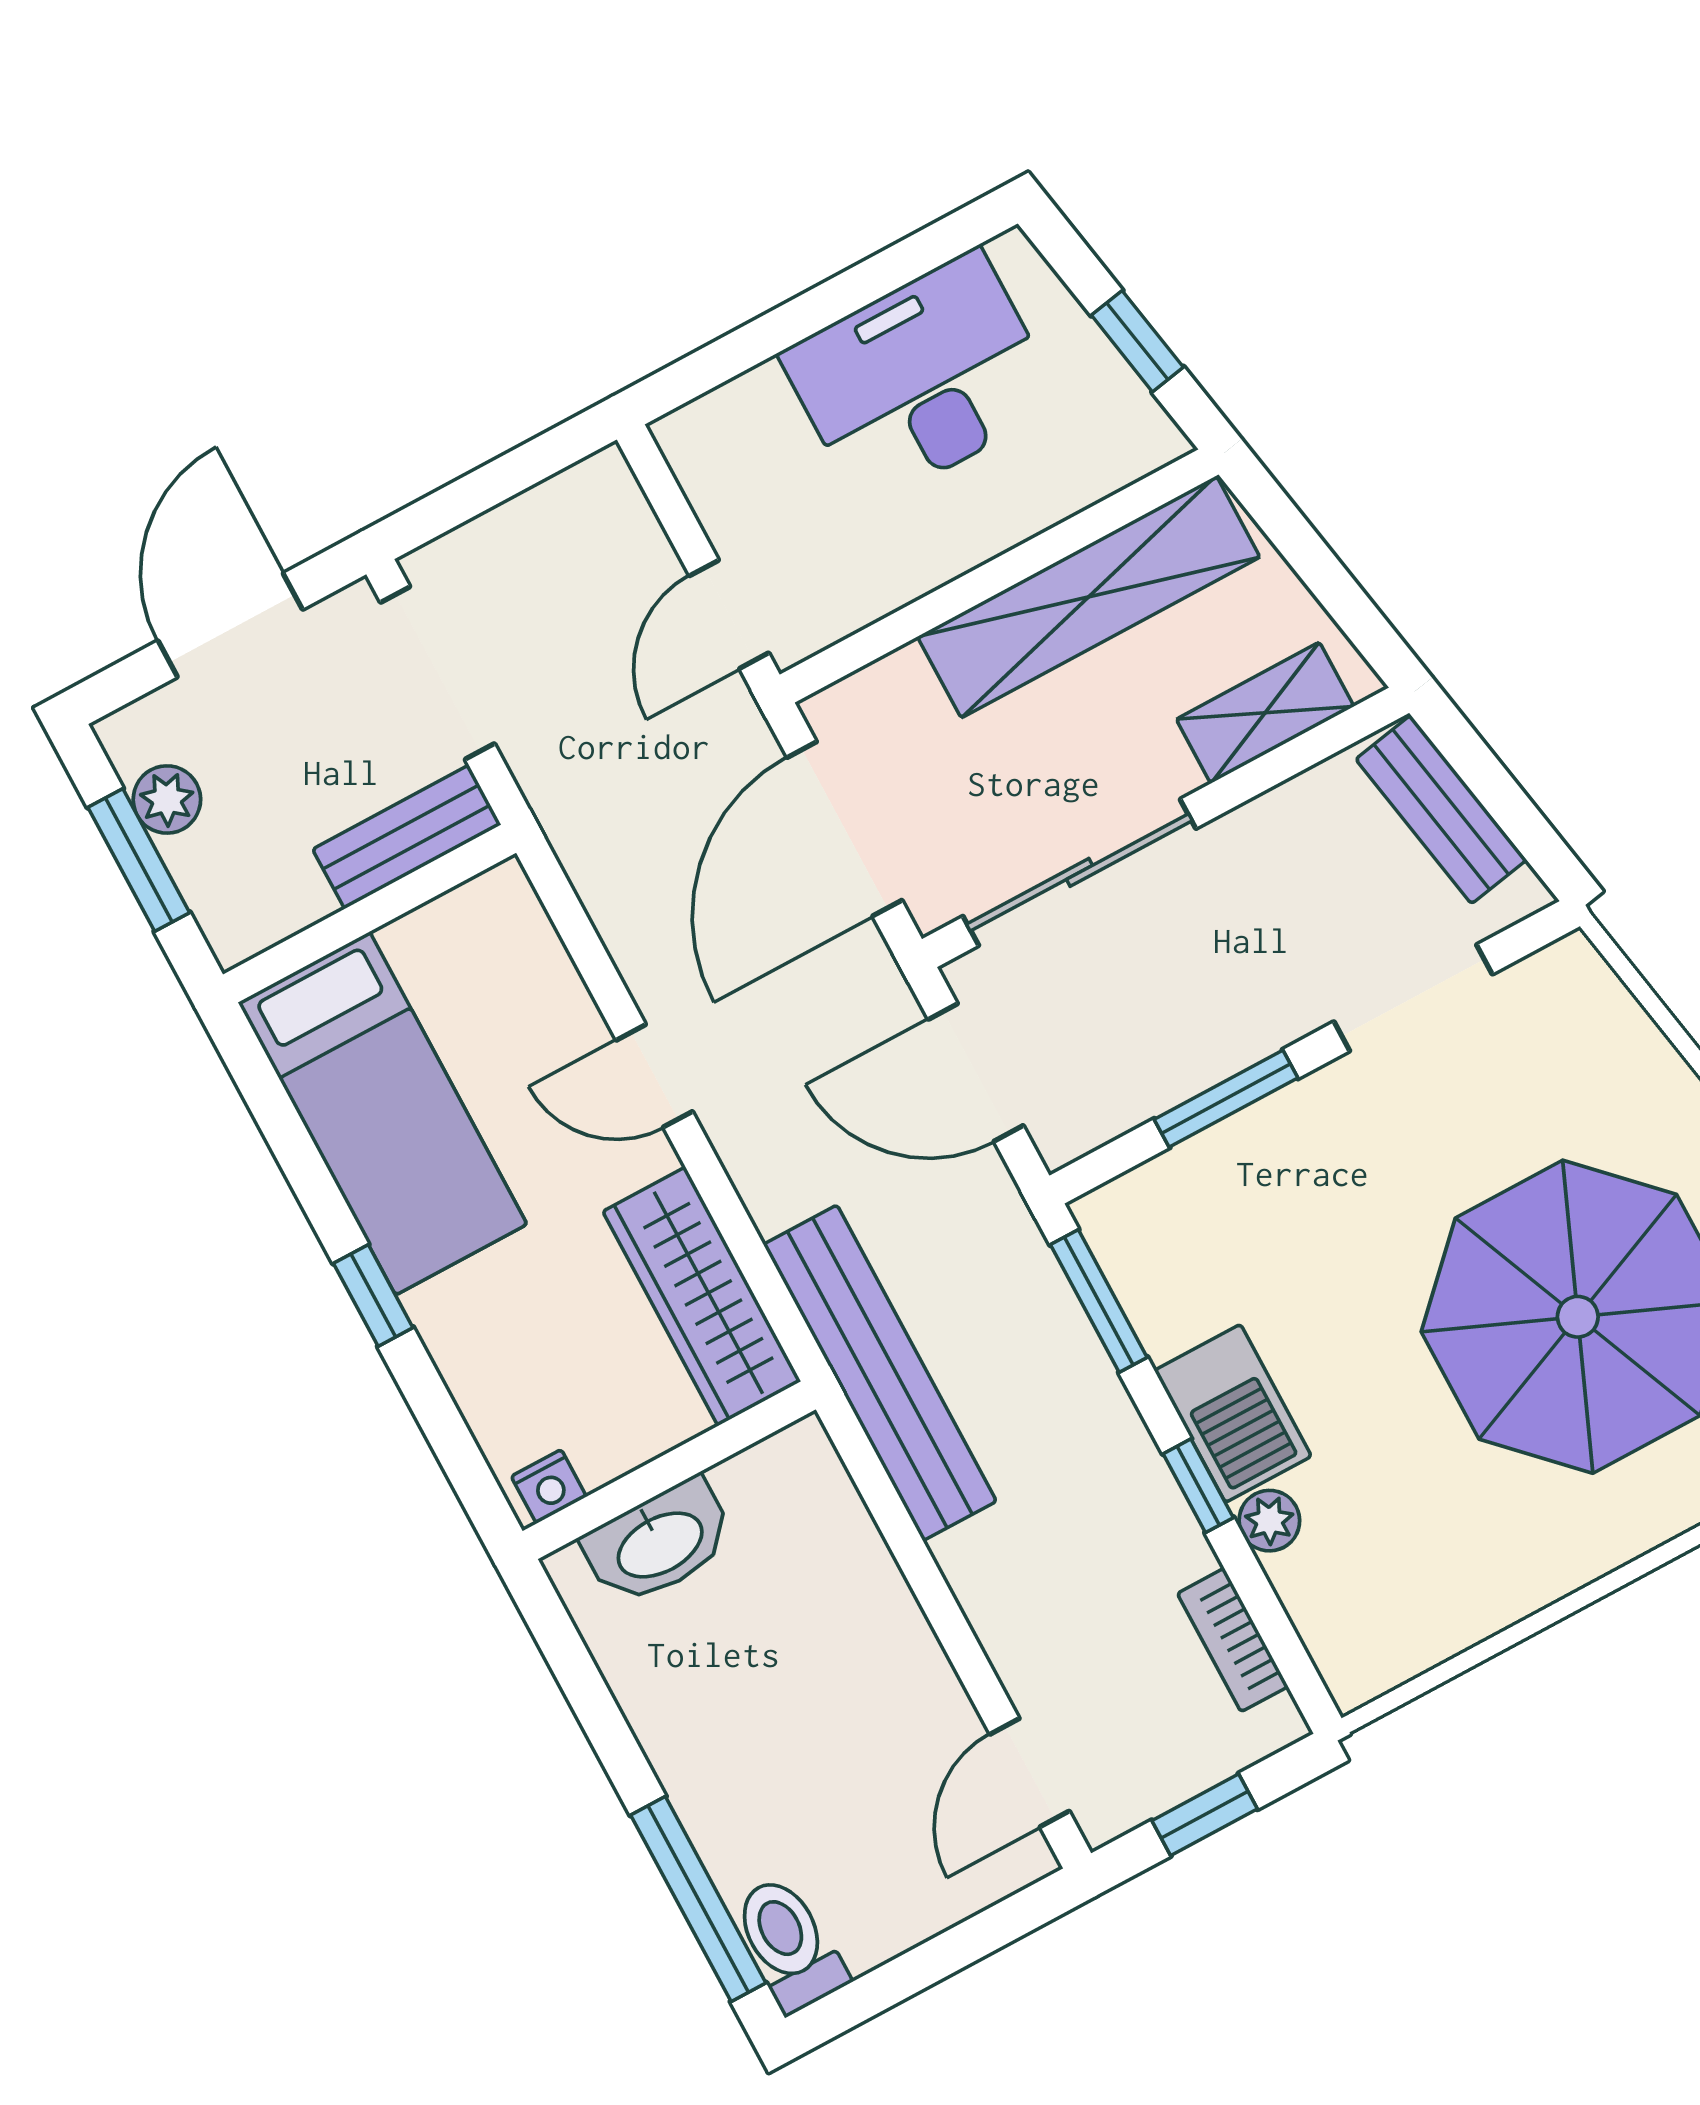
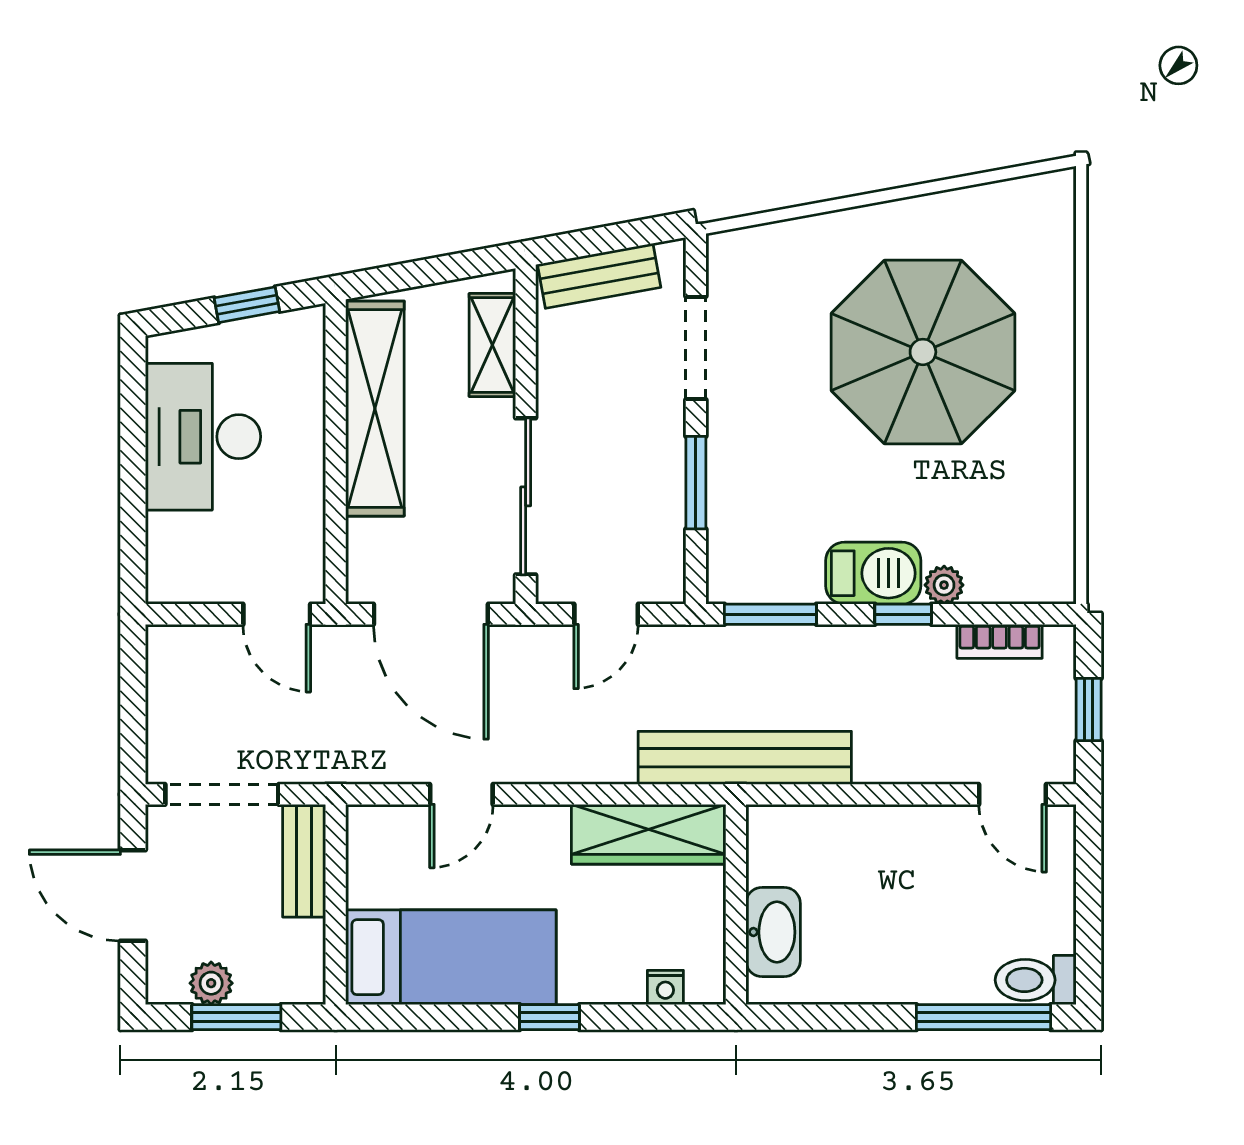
door: (976, 1072) -> (606, 614), width x0.73
door: (654, 1076) -> (461, 794), moved
nightstand: (549, 1486) -> (665, 987), moved, turned 90

